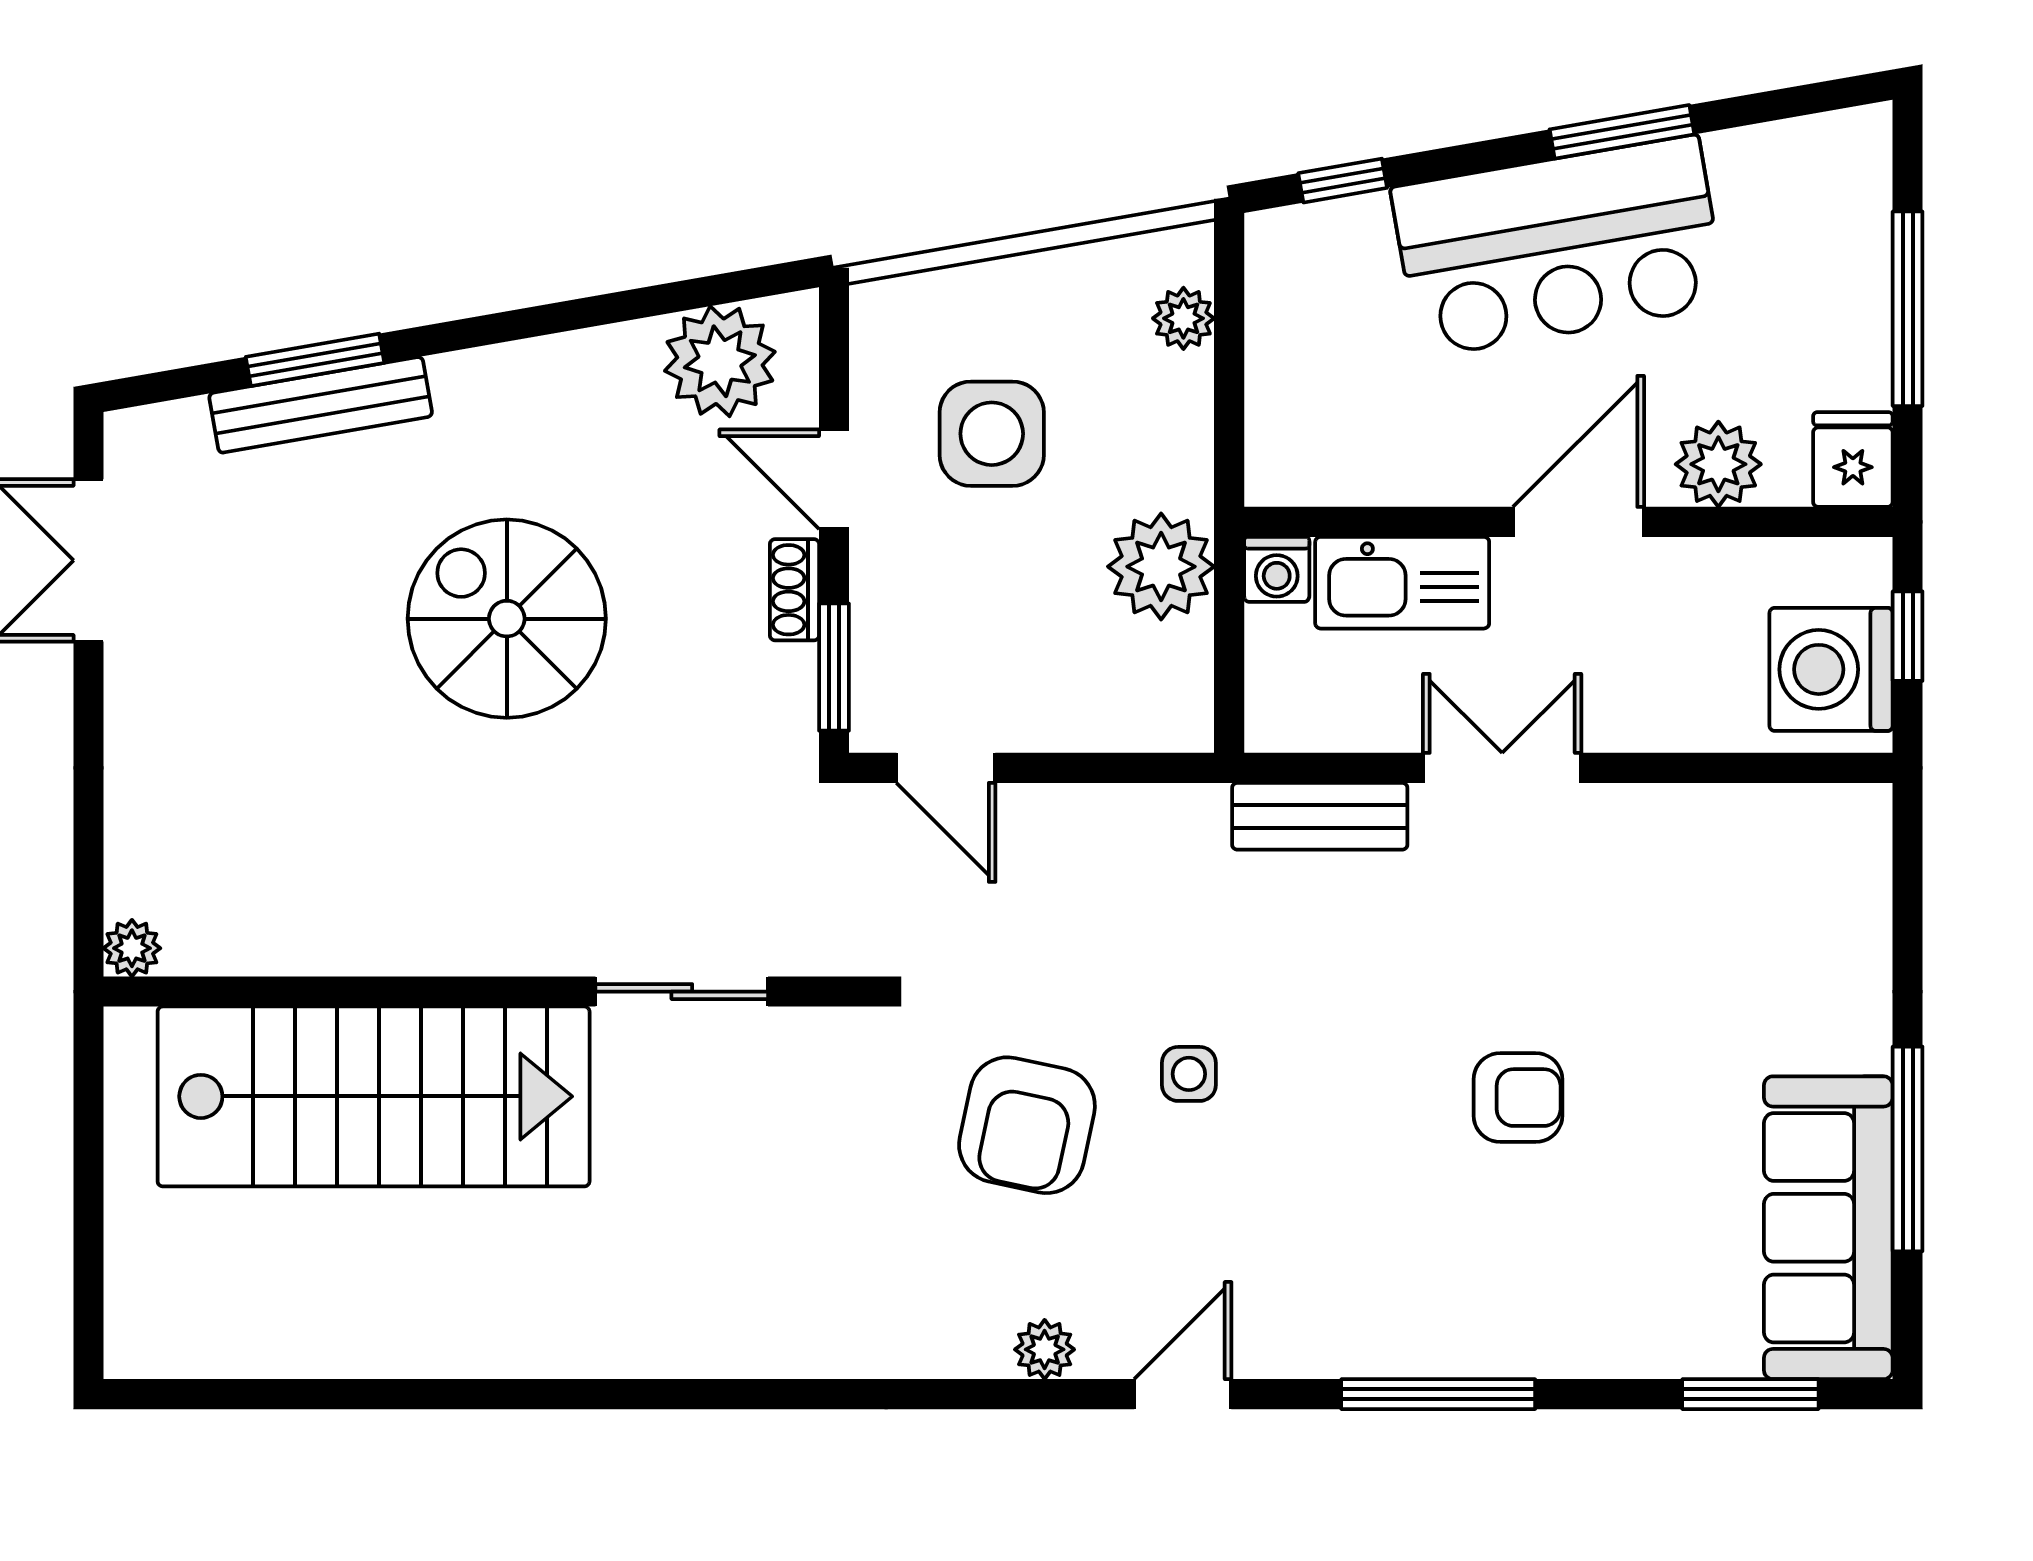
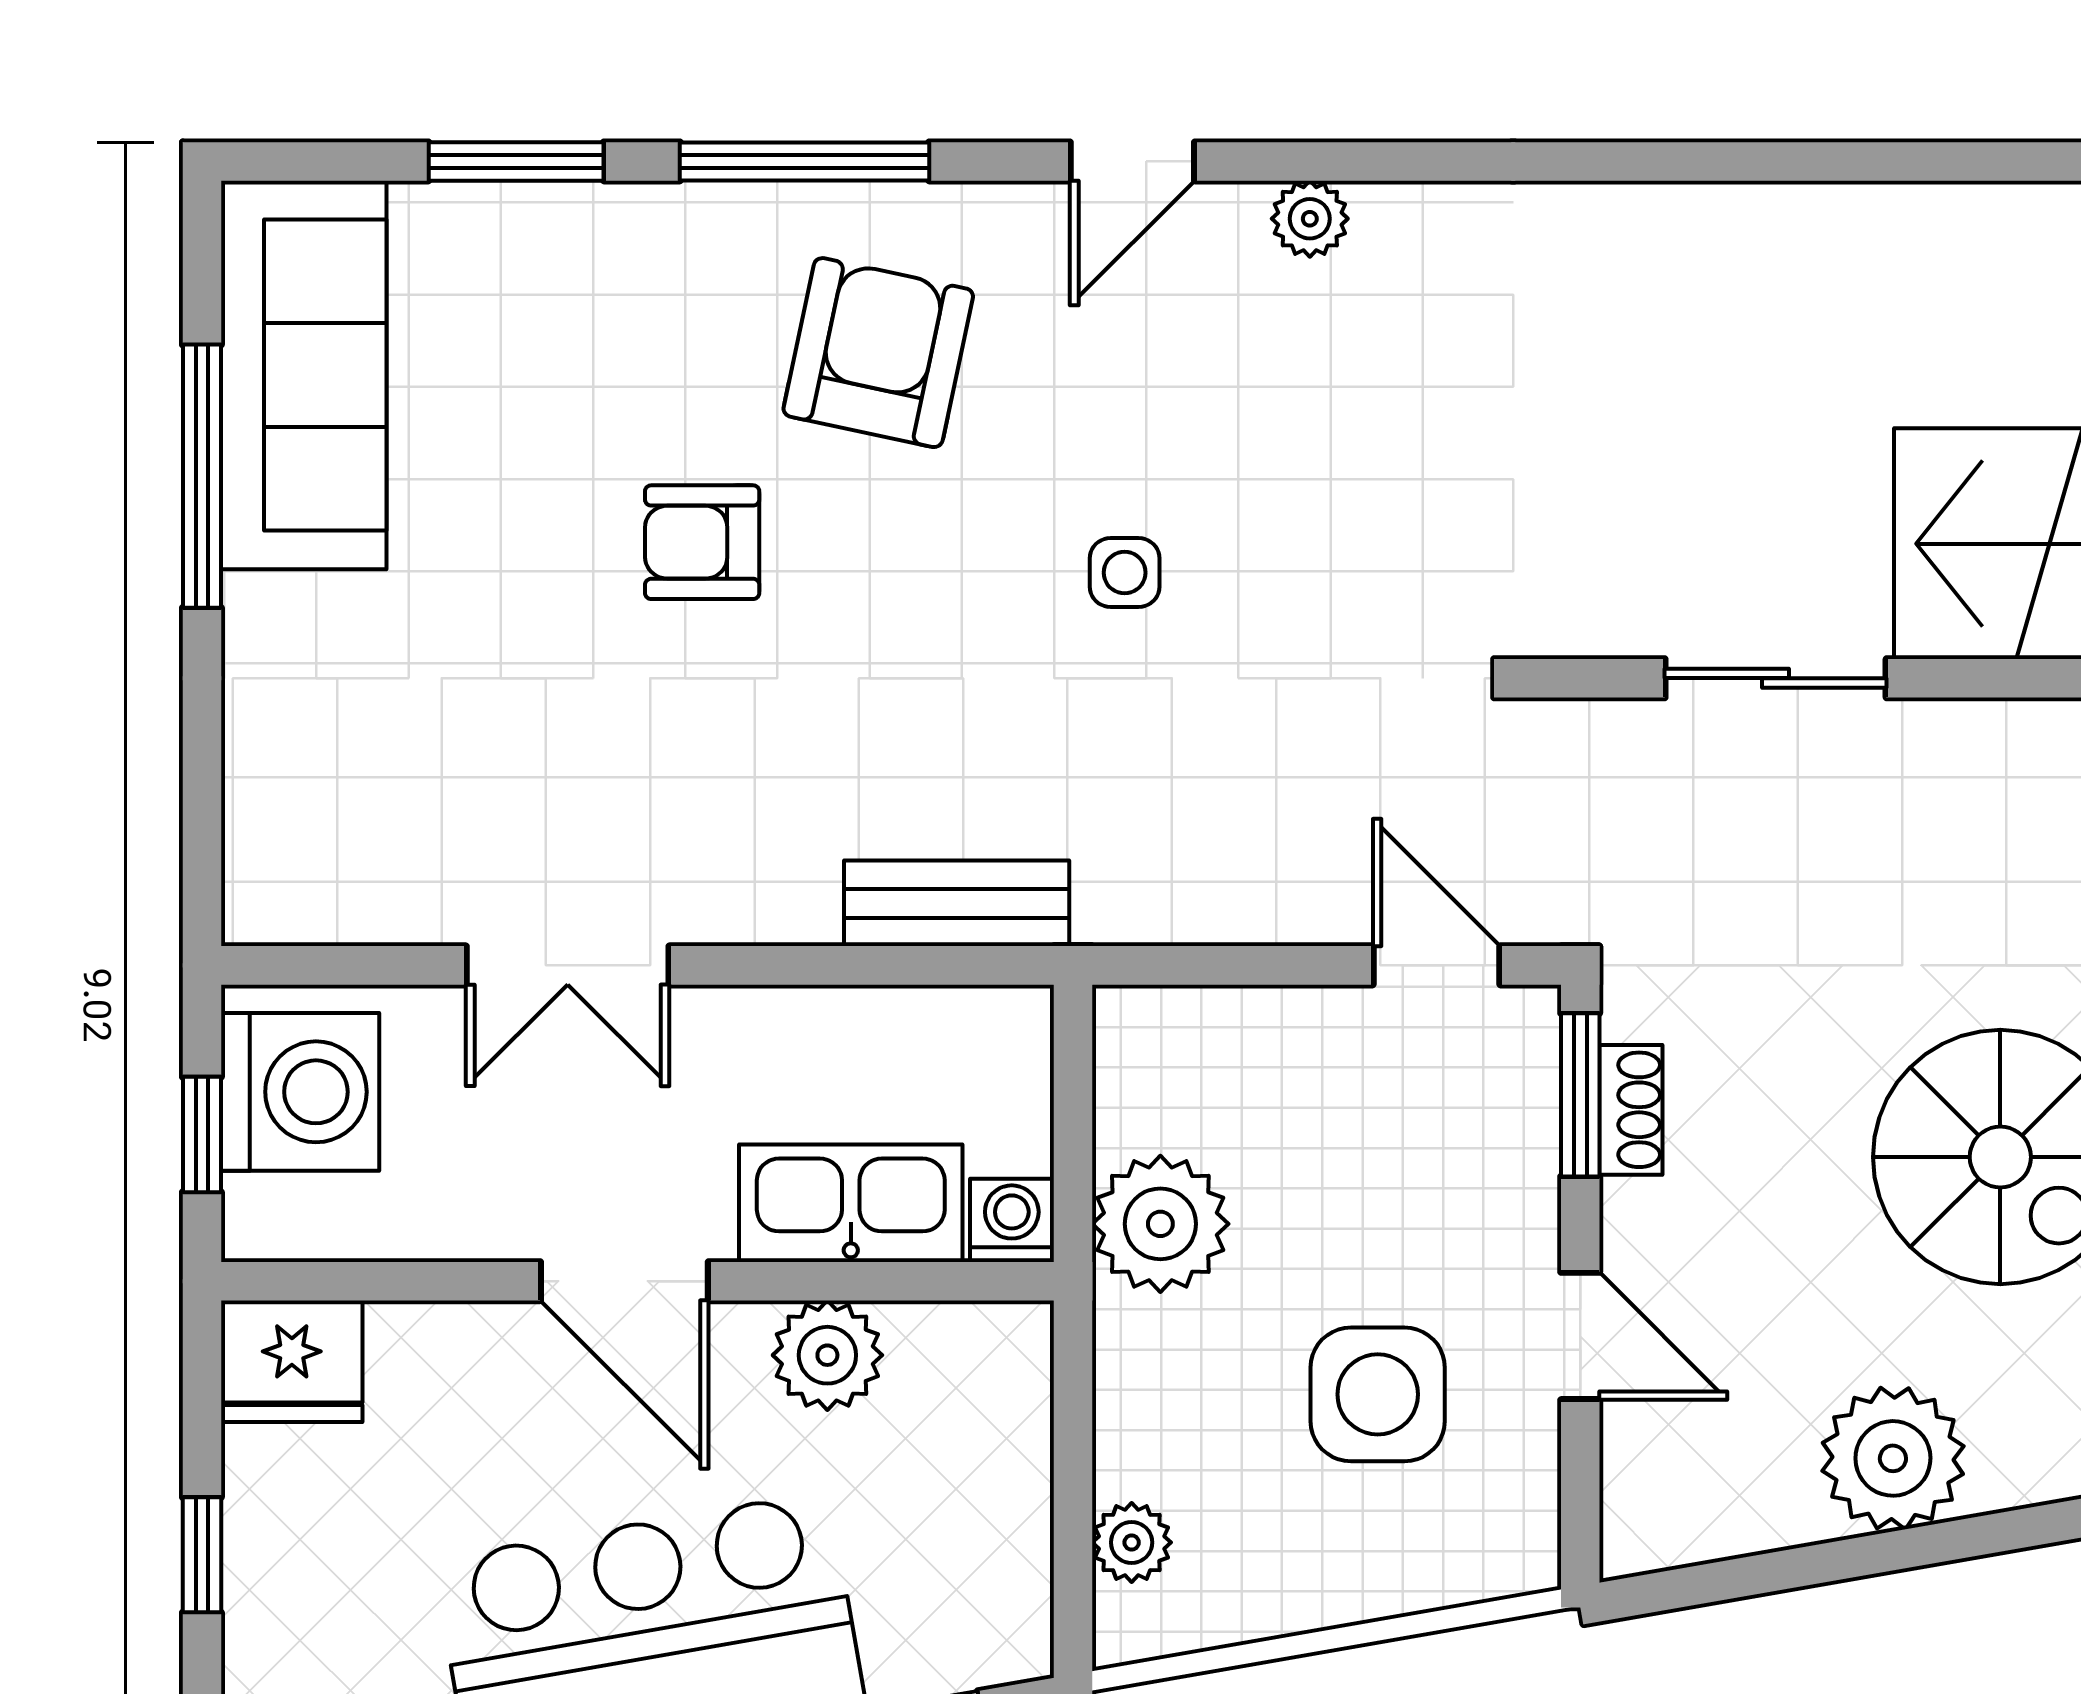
window: (1908, 309) -> (202, 1555), width x0.46
plant: (720, 361) -> (1893, 1458), moved
fridge: (1853, 460) -> (292, 1361), width x1.38
plant: (1718, 464) -> (827, 1355), moved
door: (1578, 522) -> (624, 1281), hinge flipped
shoe rack: (794, 590) -> (1631, 1110), moved
double door: (1502, 768) -> (568, 965), moved
armchair: (1027, 1125) -> (878, 353), moved
window: (1750, 1394) -> (516, 161), moved

